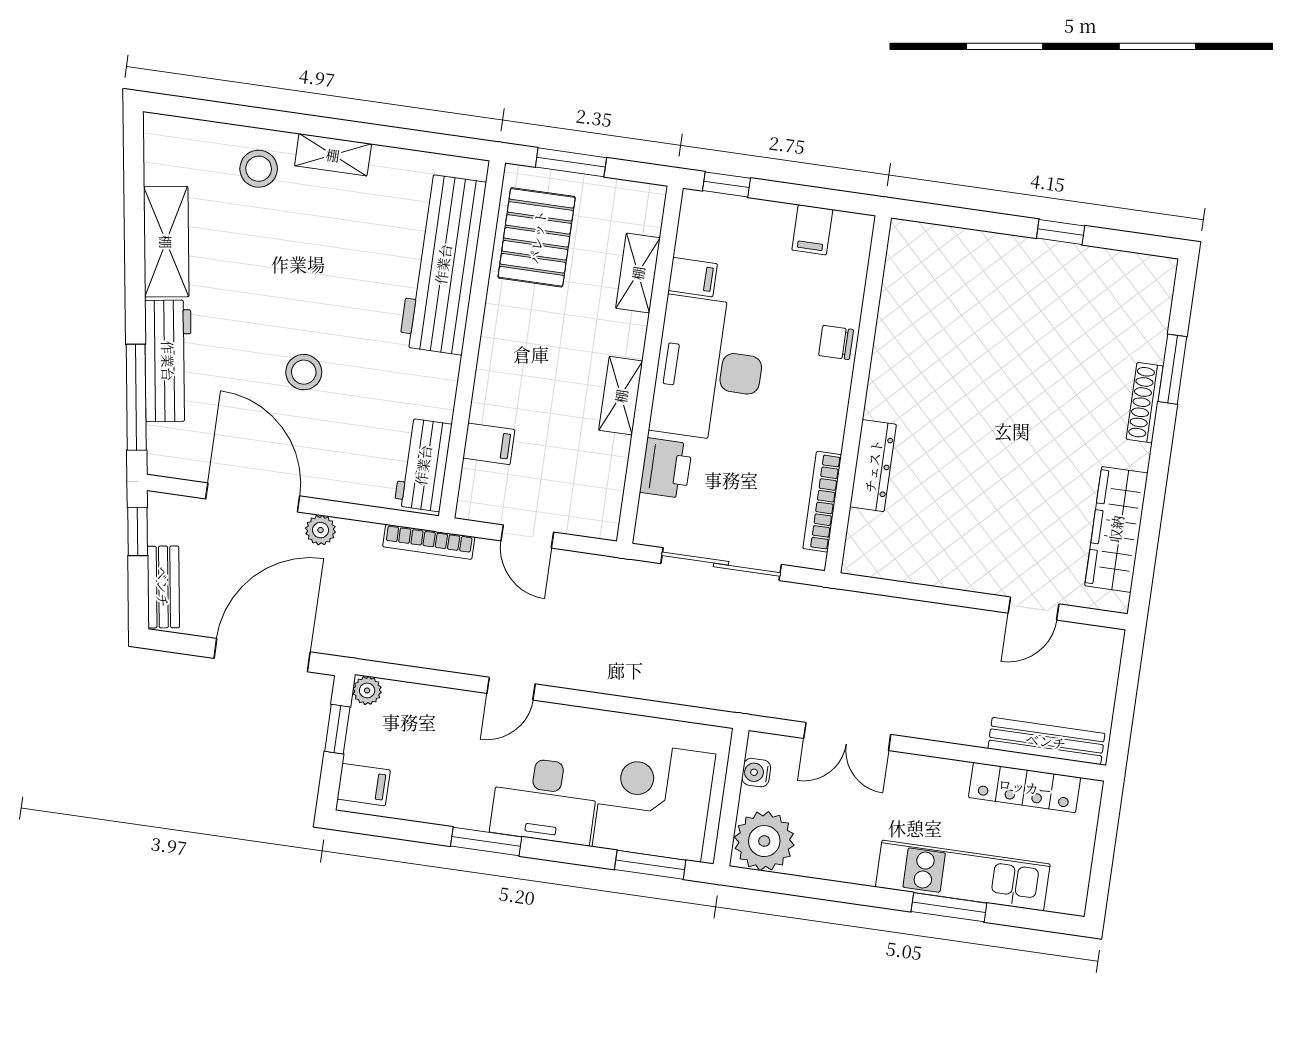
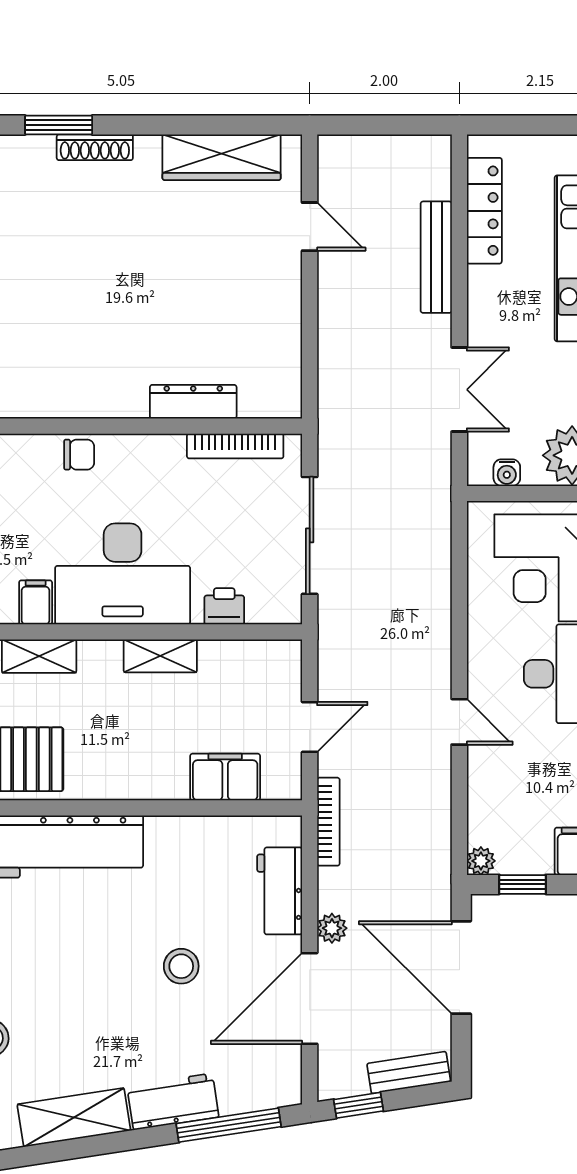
chair: (836, 343) -> (79, 455), turned -90
workbench: (168, 361) -> (173, 1102), width x0.73
filing cabinet: (489, 444) -> (225, 777), width x2.00
workbench: (423, 465) -> (280, 891), moved, turned 90
printer: (666, 468) -> (224, 606), width x0.73, depth x0.81
bench: (1046, 741) -> (436, 257), moved

